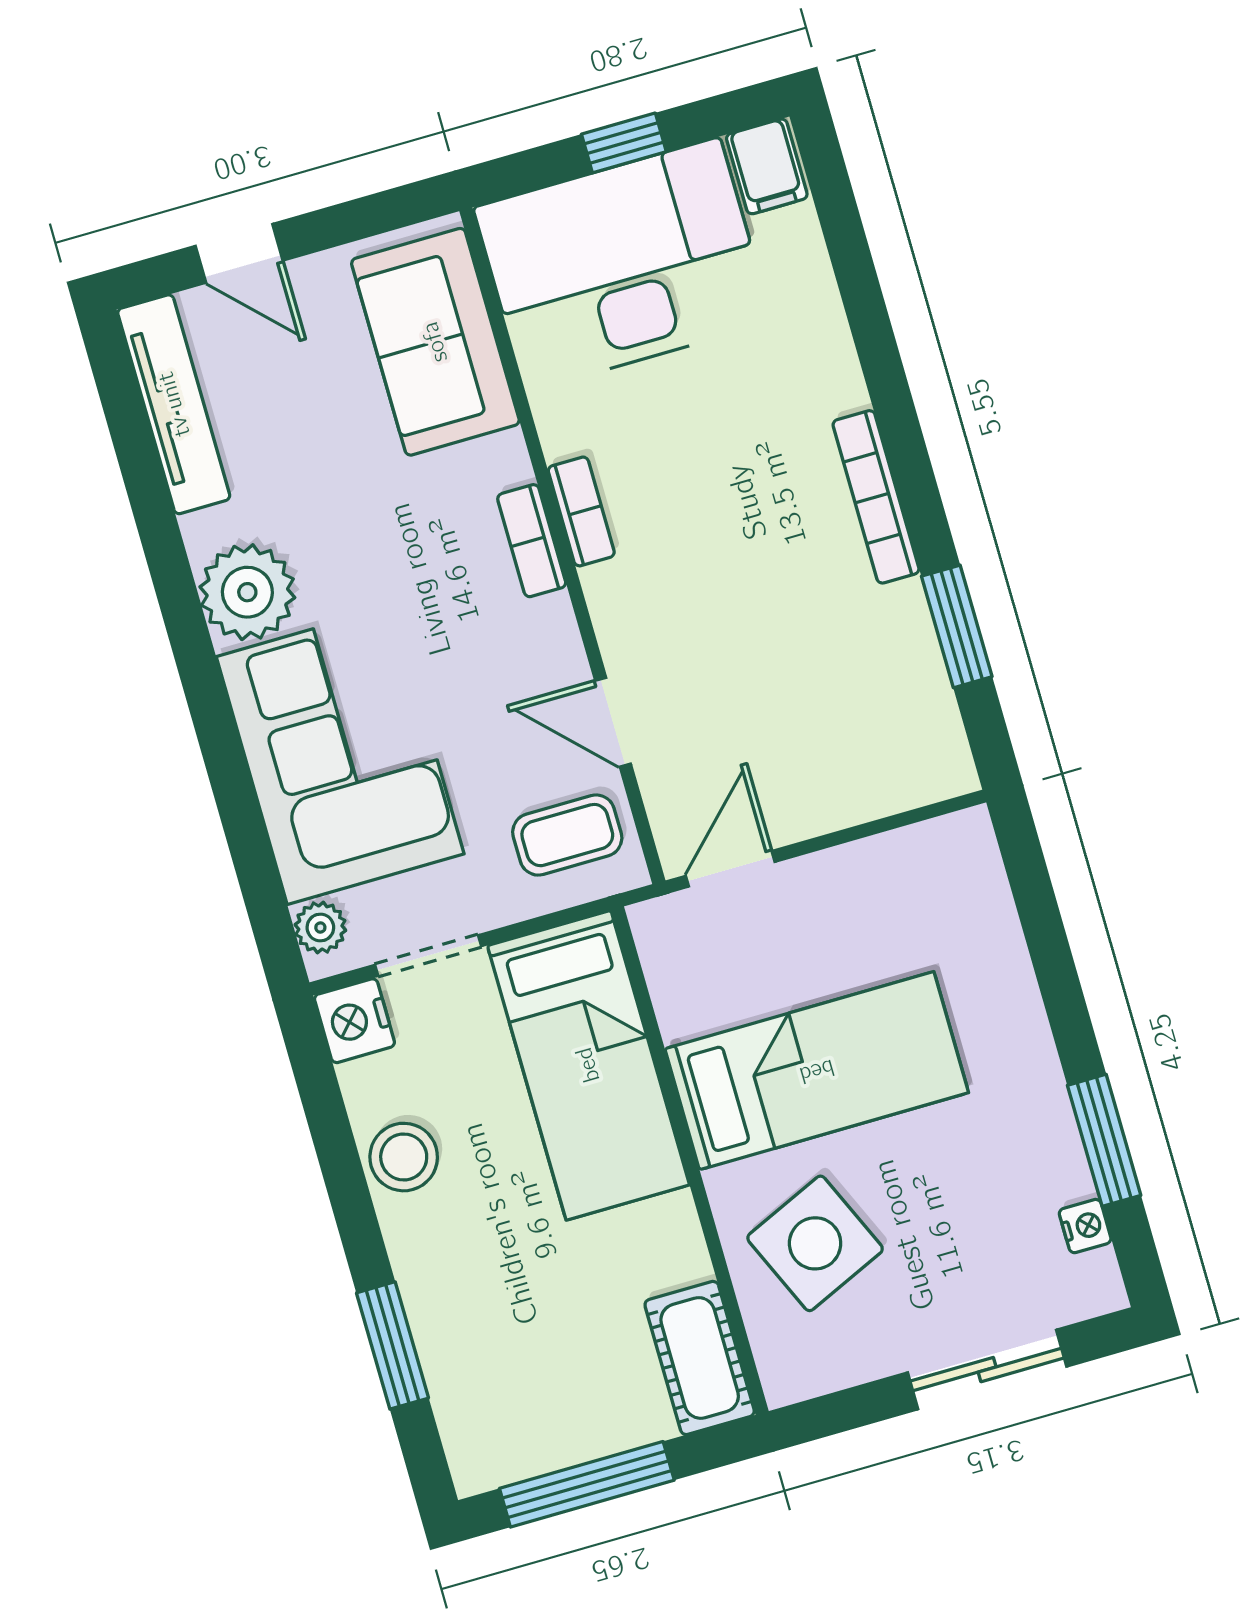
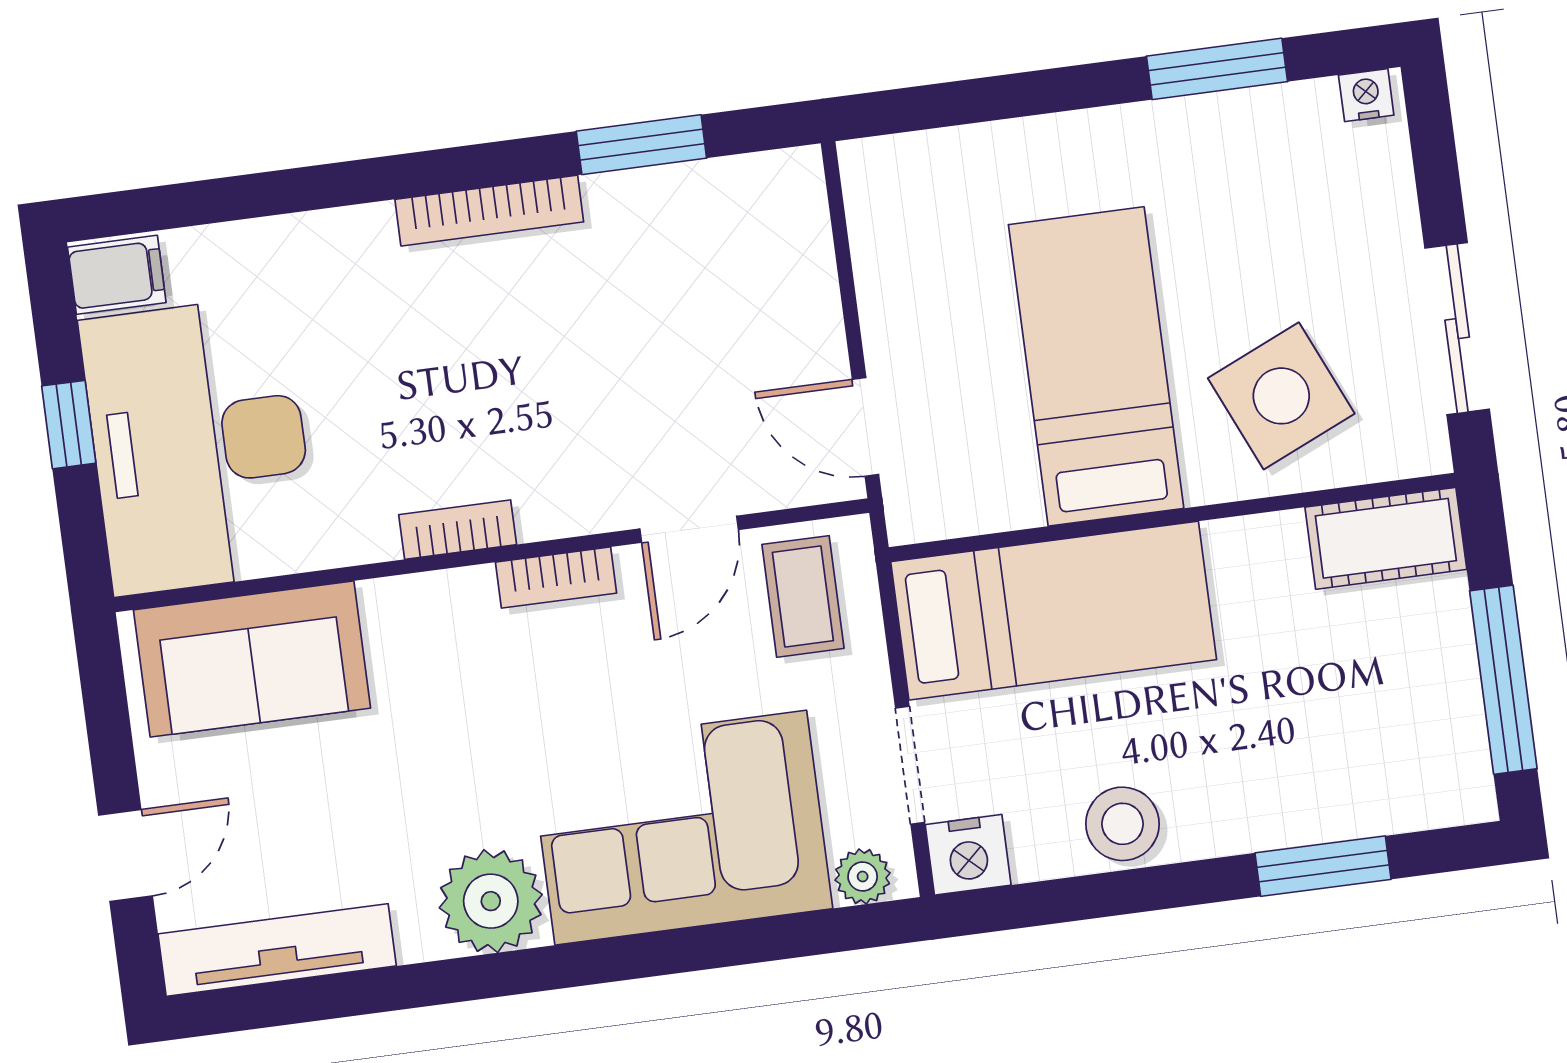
bookcase: (532, 541) -> (556, 578), moved
nightstand: (1085, 1226) -> (1366, 95), moved
sliding door: (987, 1370) -> (1457, 329), moved

